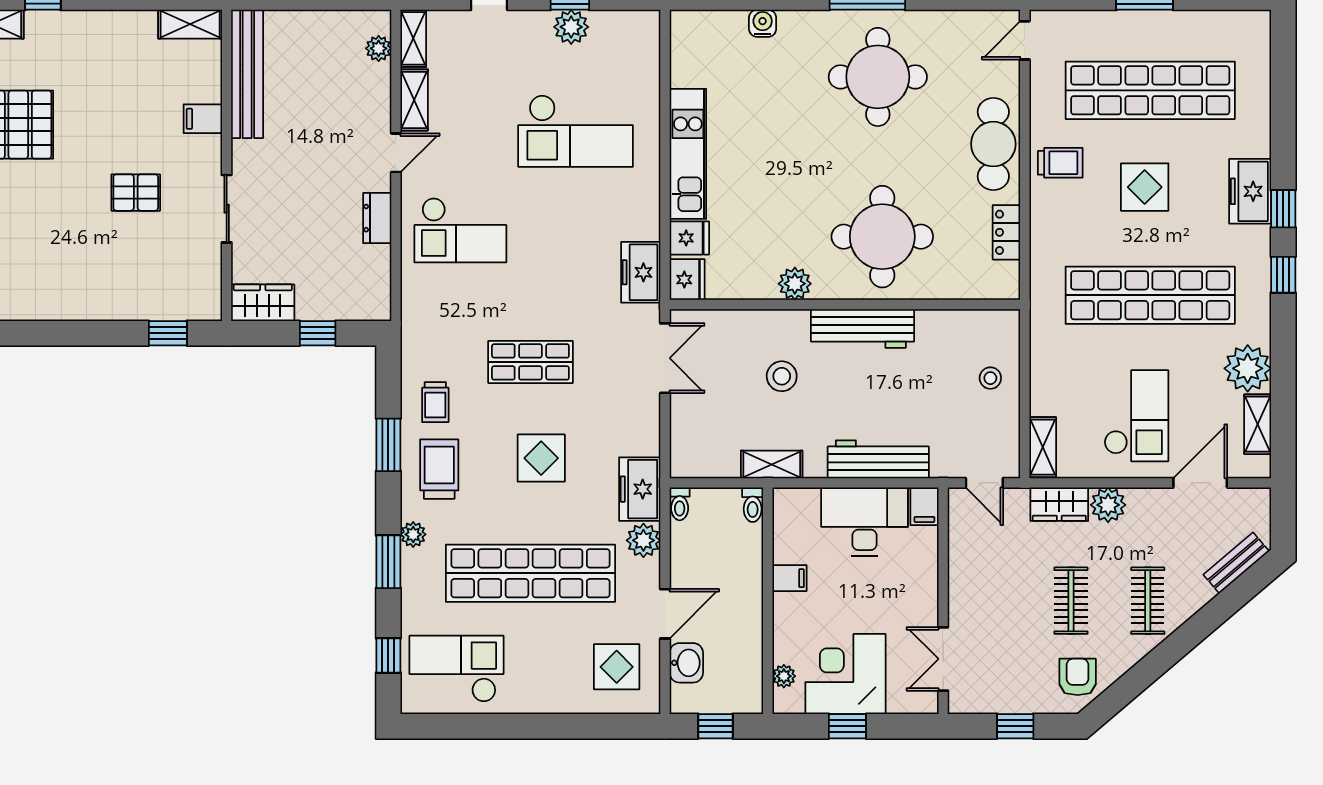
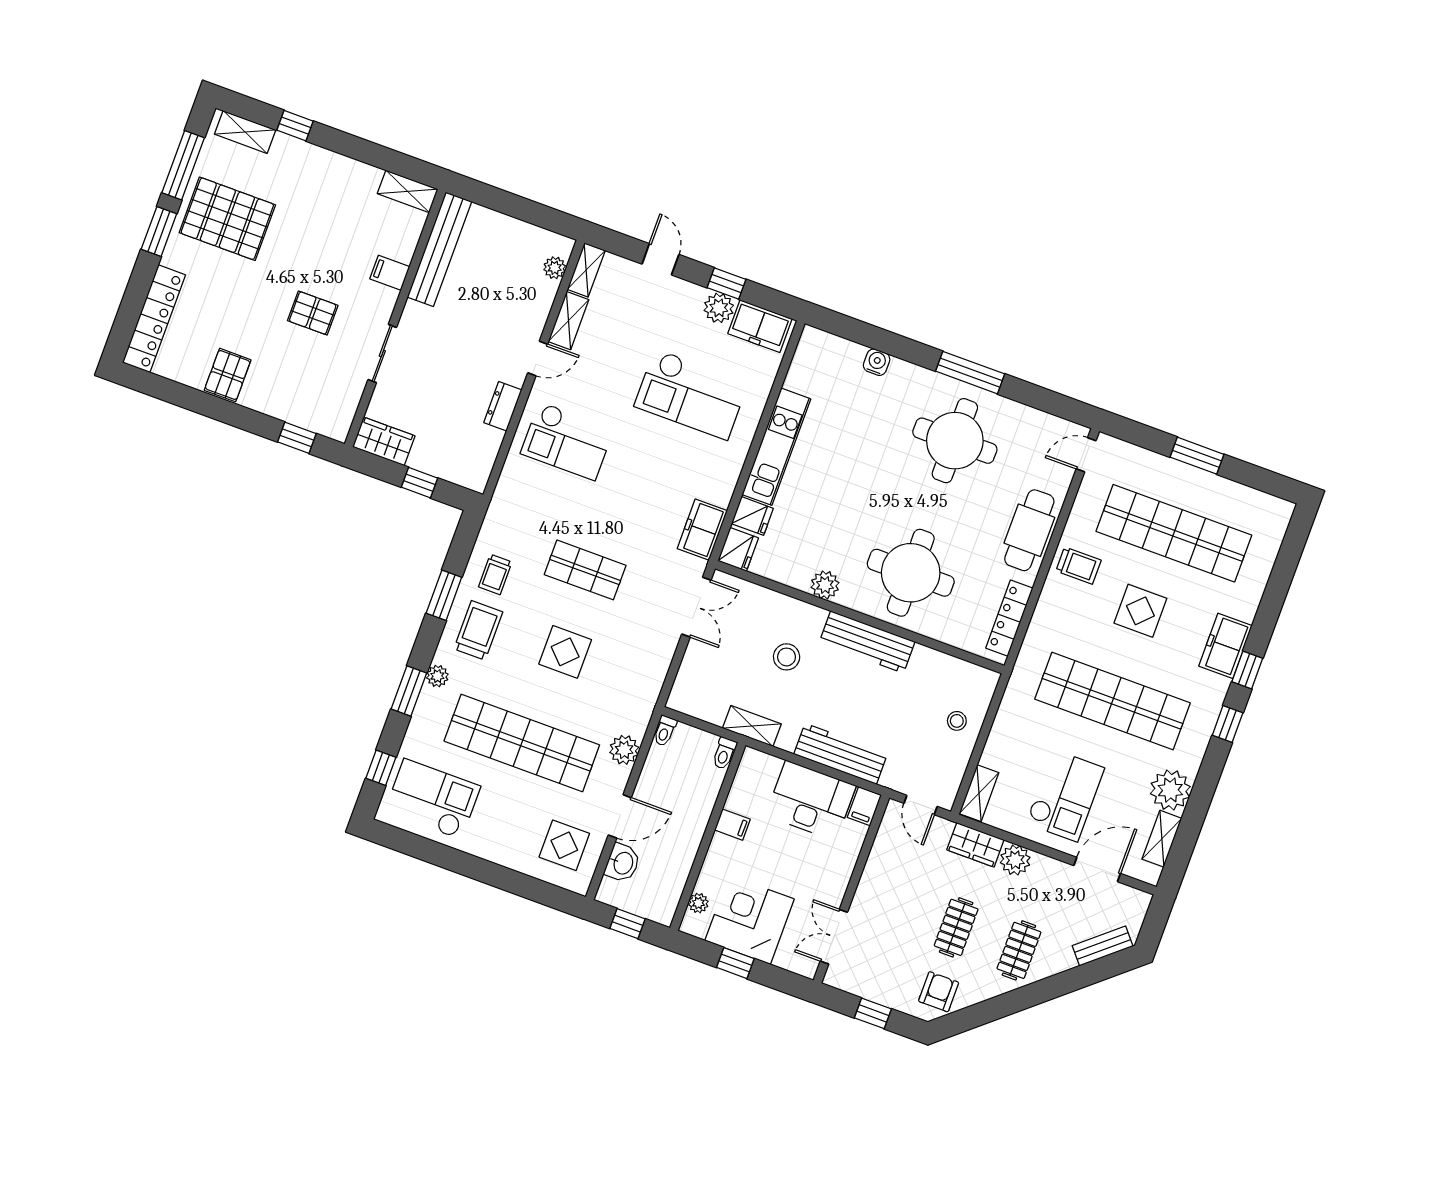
locker: (1006, 232) -> (1009, 618), width x1.53
pallet: (69, 293) -> (228, 375), added
freezer: (640, 489) -> (760, 326), moved, turned -90

